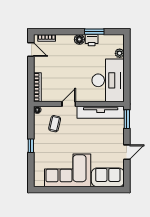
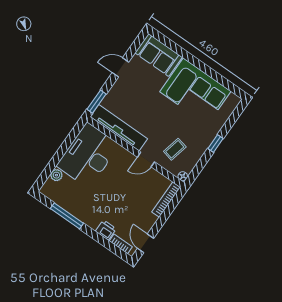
window: (94, 32) -> (67, 216), width x1.44
floor lamp: (79, 39) -> (88, 219), removed
printer: (92, 40) -> (106, 230), moved

